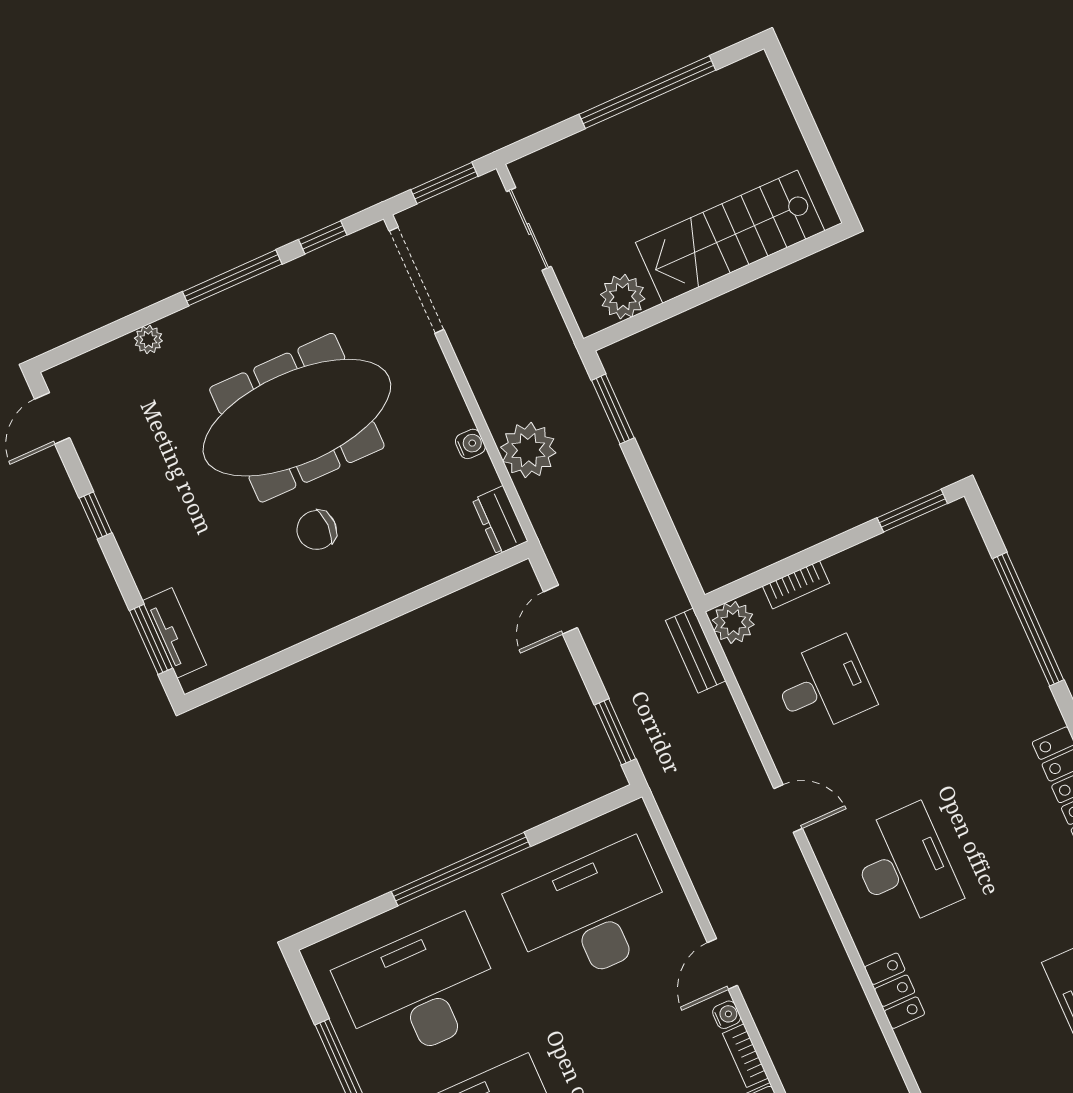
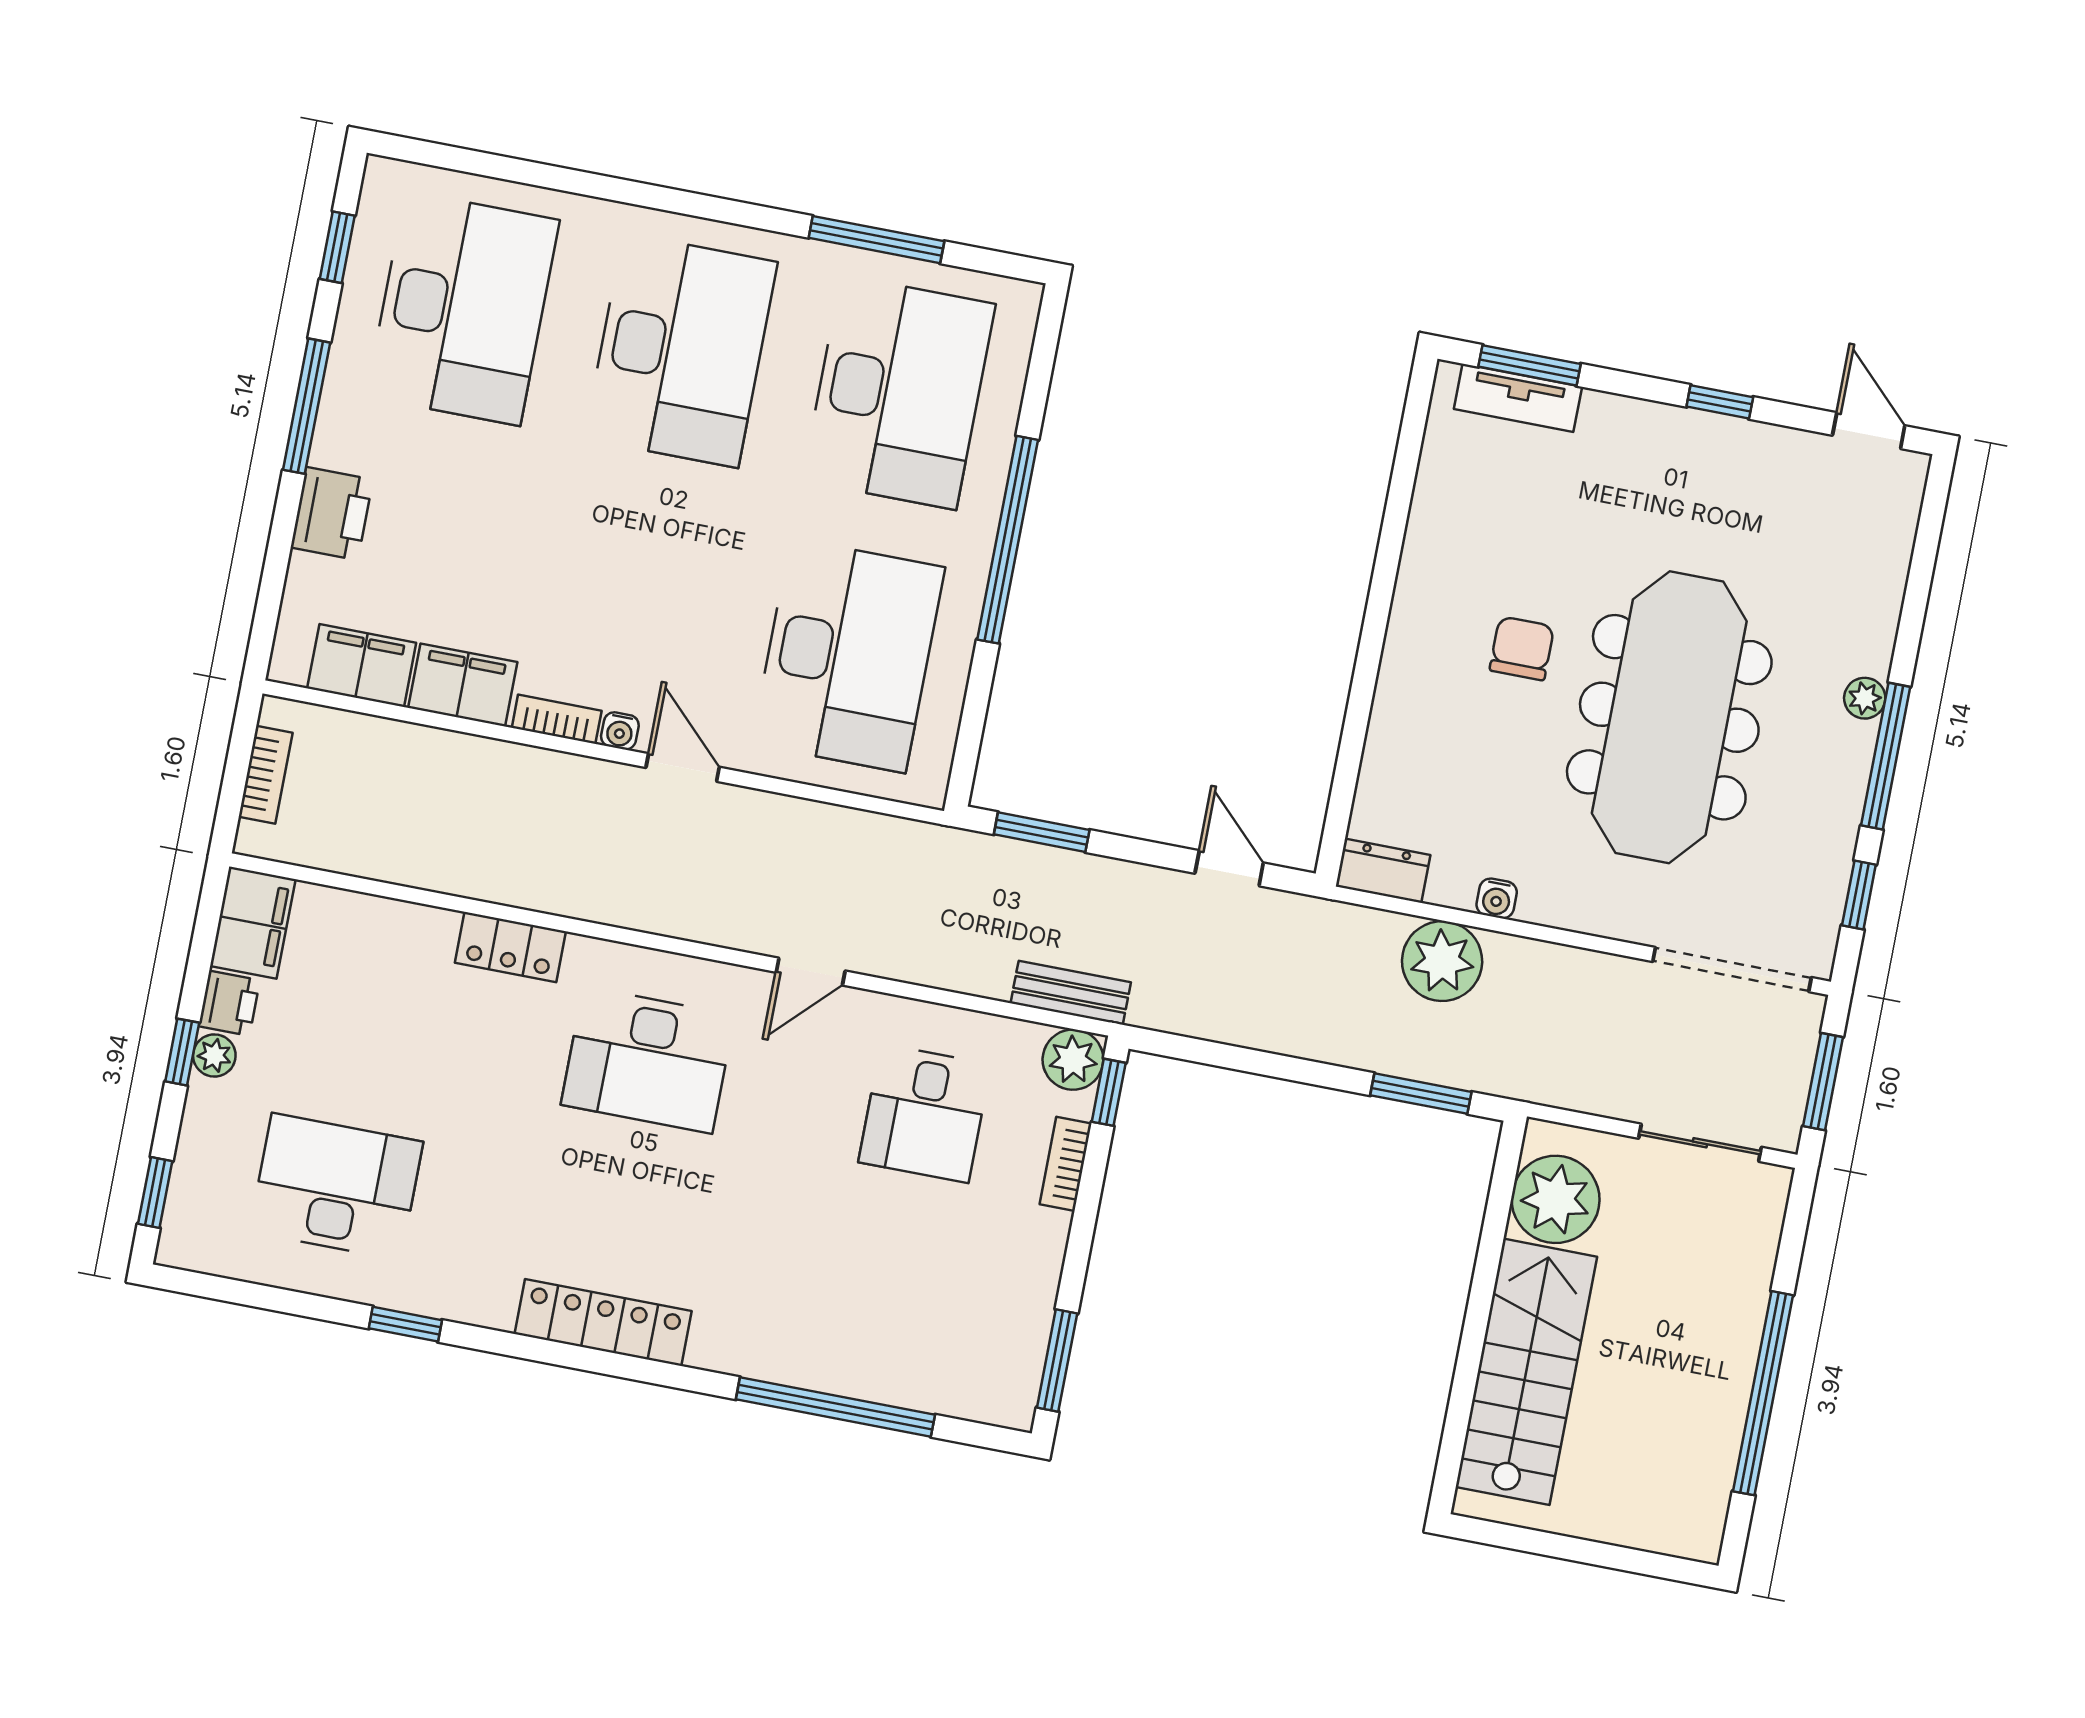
plant: (623, 297) -> (1556, 1199), width x1.36, depth x1.36
plant: (148, 340) -> (1865, 698), moved
window: (738, 589) -> (1109, 1092), added

